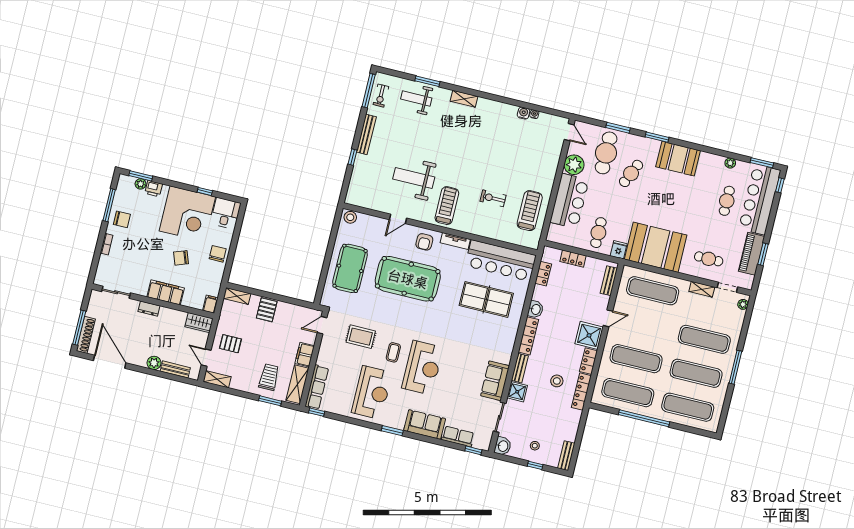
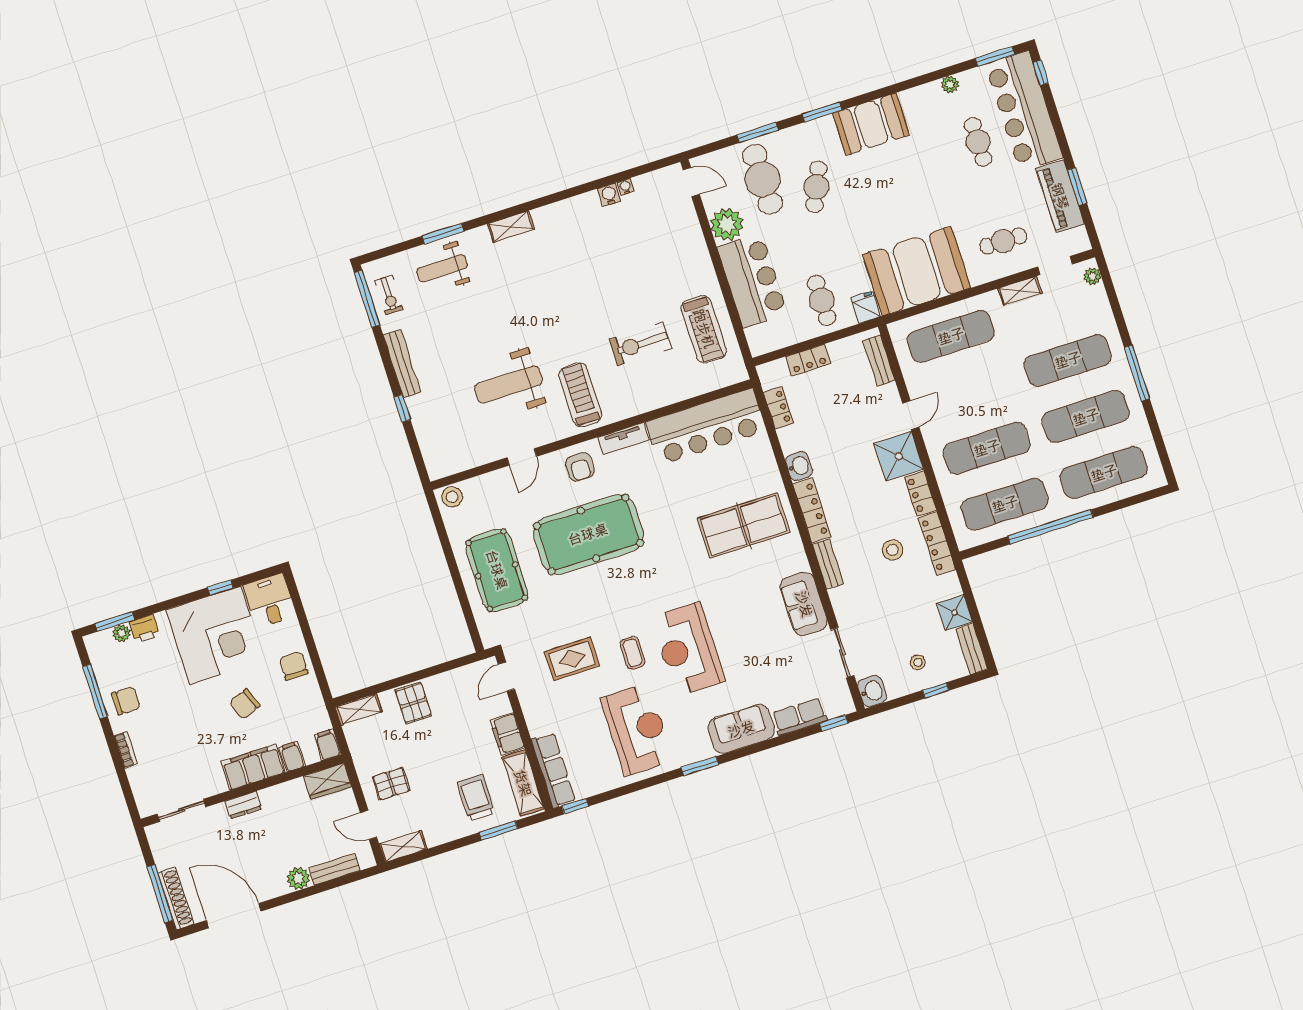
exercise bike: (493, 198) -> (640, 344), width x1.38, depth x1.39
treadmill: (530, 211) -> (704, 329), turned 180
filing cabinet: (189, 299) -> (292, 757), added
table tennis table: (486, 299) -> (743, 525), moved
reception desk: (423, 368) -> (688, 649), turned 180
shower: (517, 392) -> (955, 613), moved

